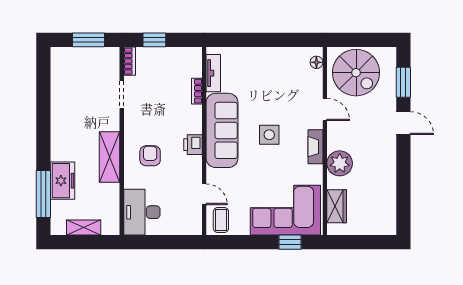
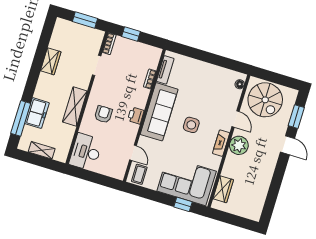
wardrobe: (60, 107) -> (51, 61), added
plant: (340, 163) -> (239, 145), moved

